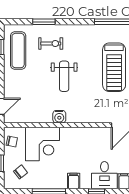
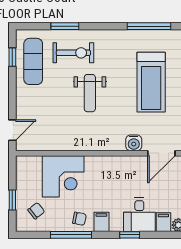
exercise bike: (51, 44) -> (73, 53), width x1.38, depth x1.39
water cooler: (59, 117) -> (134, 143), moved
chair: (12, 141) -> (79, 219), moved

